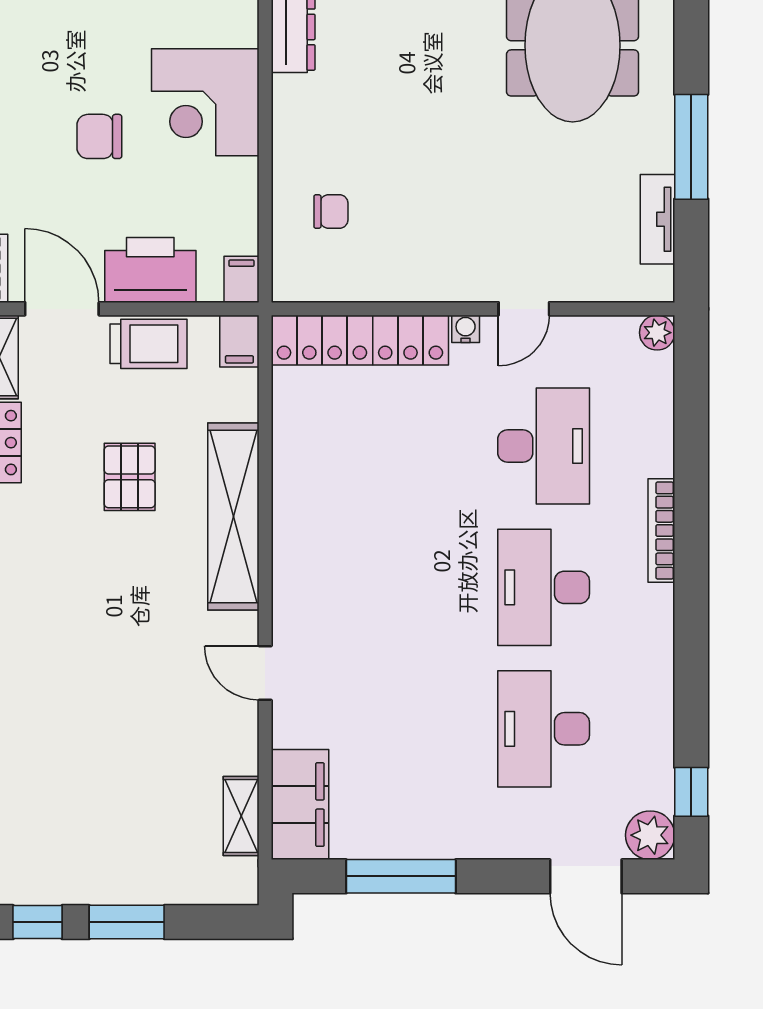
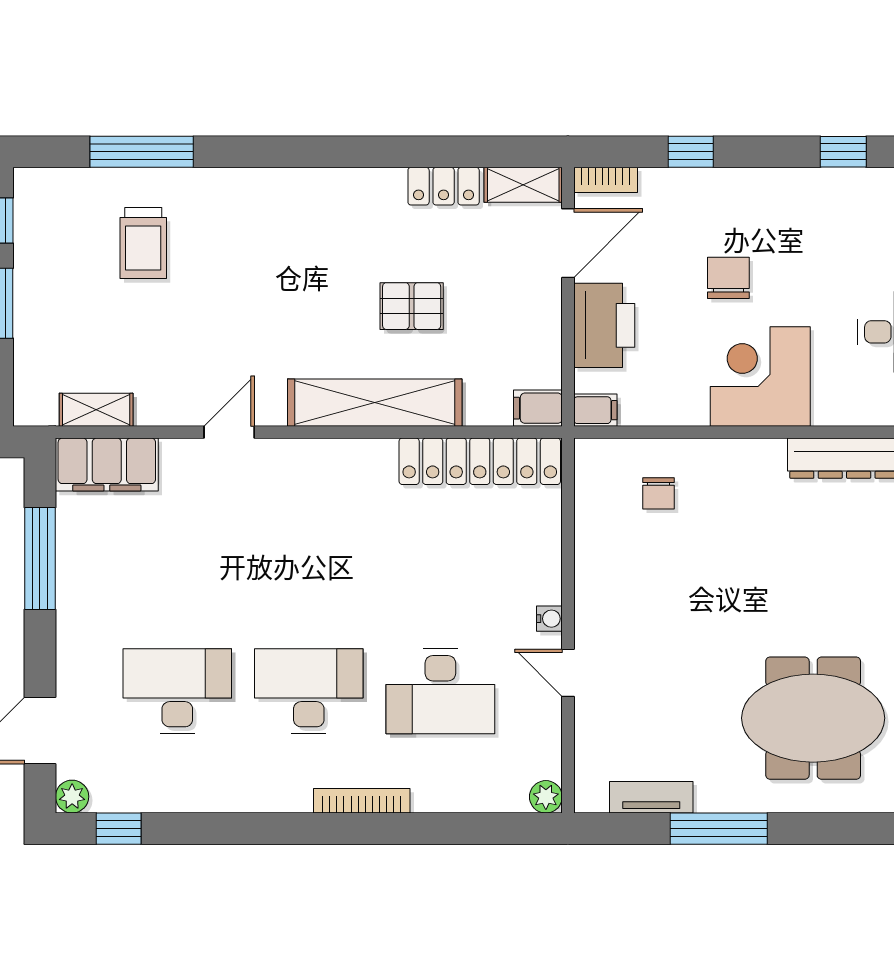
locker: (360, 340) -> (480, 461), moved, turned -90
trolley: (148, 344) -> (143, 243), moved
plant: (650, 835) -> (72, 797), width x0.73, depth x0.73

